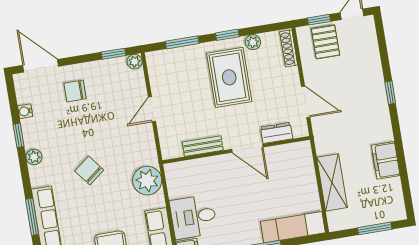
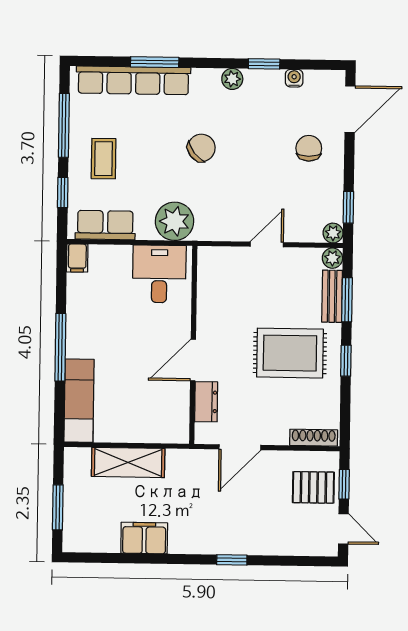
plant: (253, 42) -> (332, 258), moved
door: (152, 109) -> (267, 244), hinge flipped
bench: (203, 146) -> (332, 296), moved
desk: (193, 217) -> (159, 274), moved

